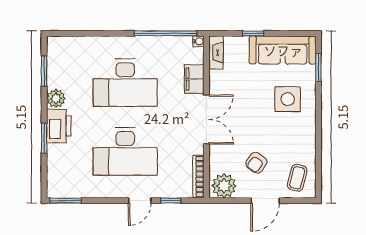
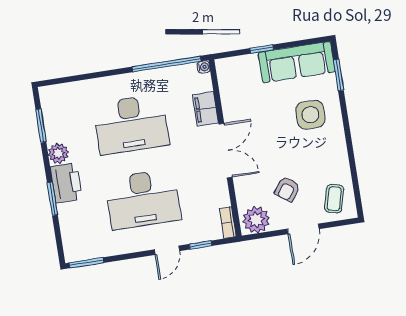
fireplace: (216, 52) -> (225, 76), removed
bookcase: (198, 177) -> (228, 223), width x0.64

